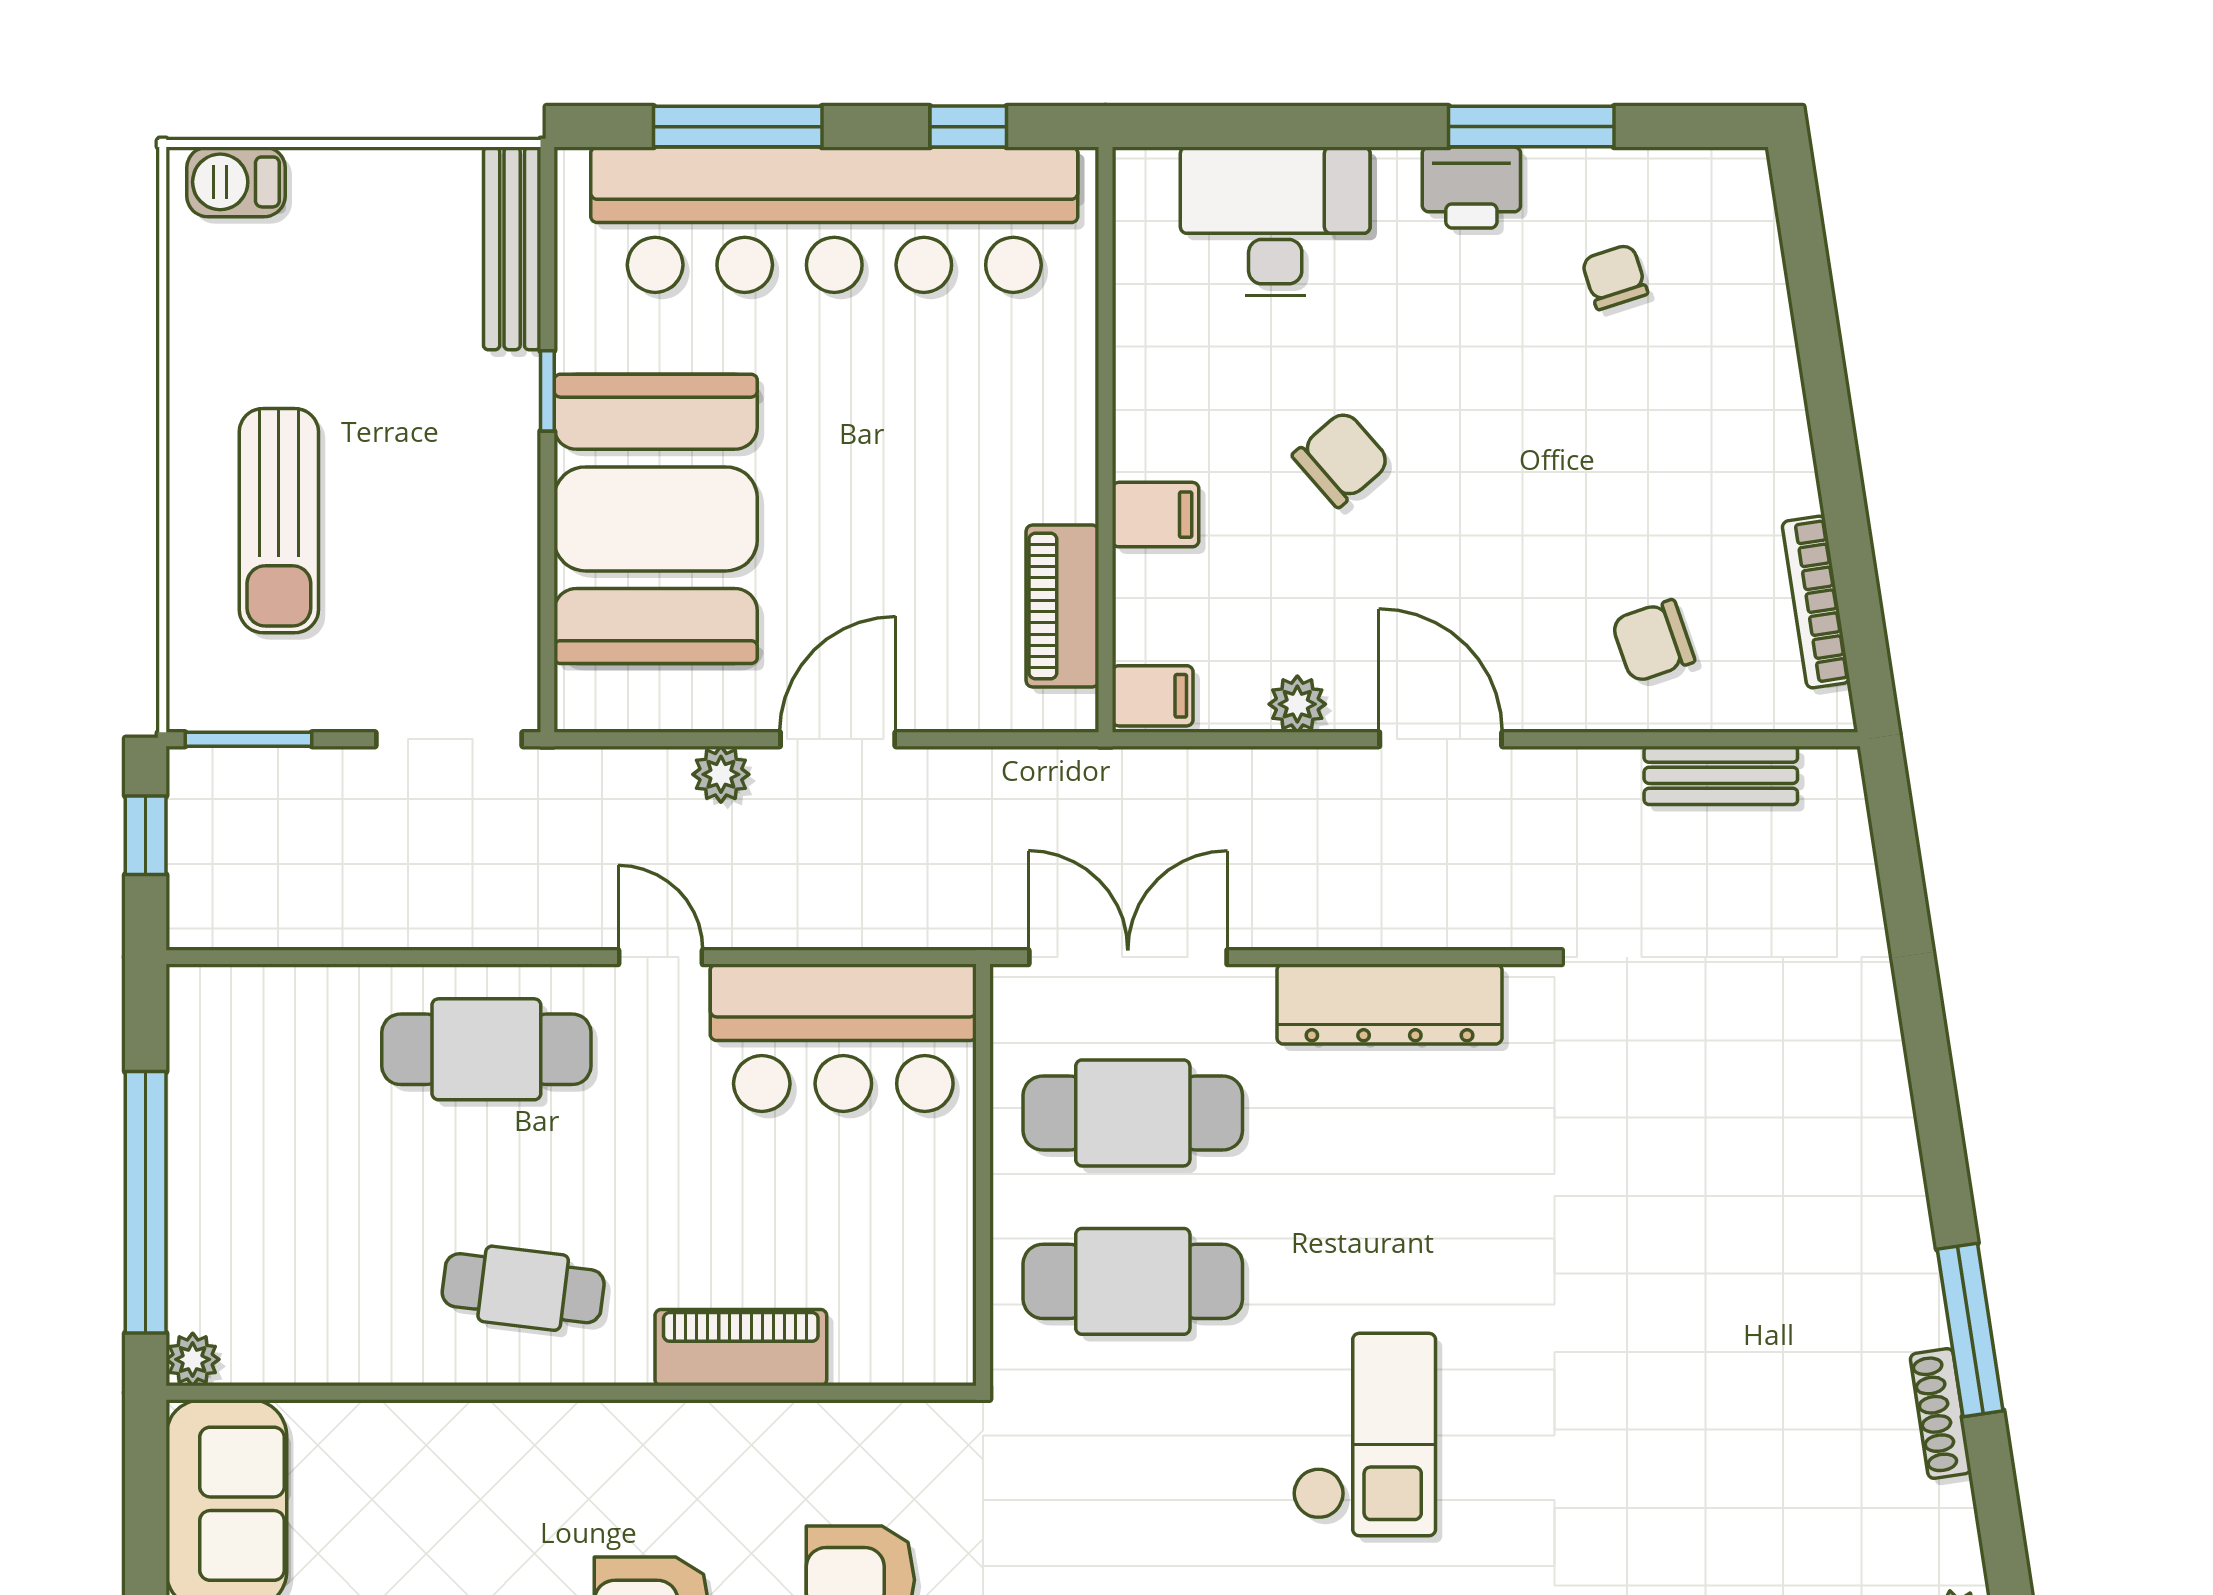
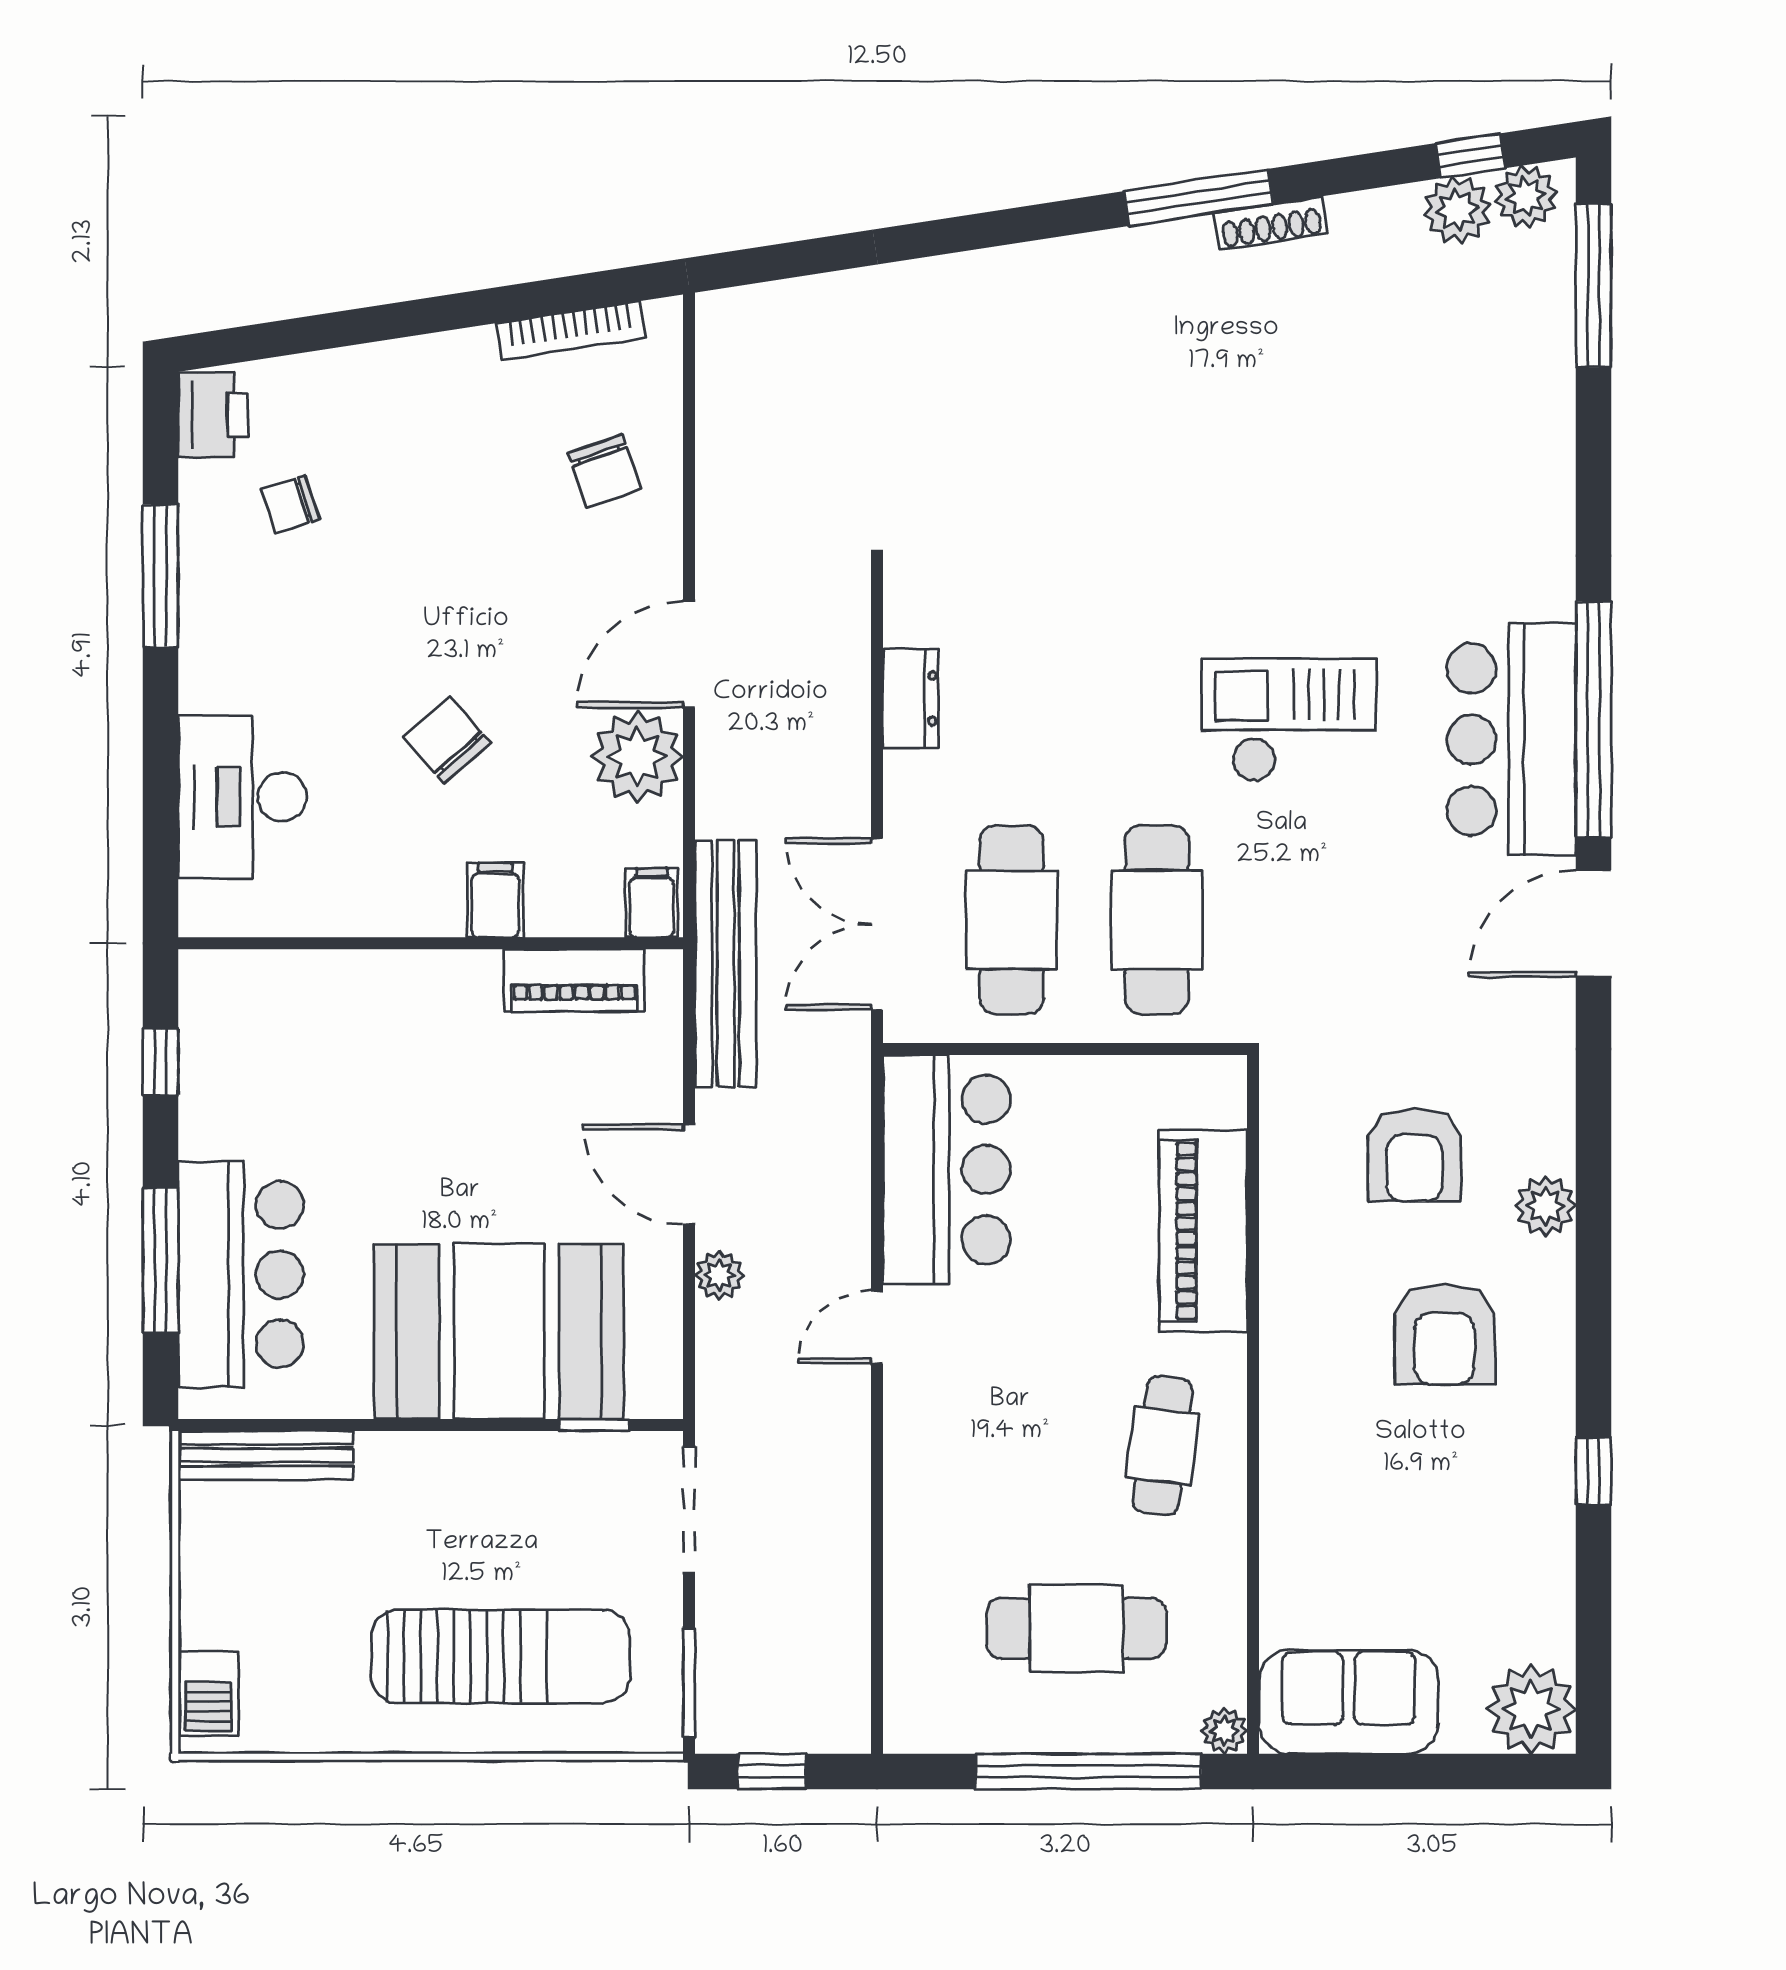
printer: (1471, 188) -> (213, 415), moved
bar counter: (834, 220) -> (241, 1274), width x0.54
window: (547, 391) -> (594, 1425), moved
sun lounger: (279, 521) -> (501, 1657), width x1.36, depth x1.34
plant: (1297, 704) -> (637, 757), width x1.88, depth x1.88
bench: (1721, 775) -> (726, 964), moved, width x1.86, depth x1.21
dresser: (1389, 1004) -> (911, 698), width x0.51, depth x0.80
cafe table: (486, 1049) -> (1076, 1628), moved, turned 90
piano: (741, 1348) -> (1203, 1231), width x1.37, depth x1.33

